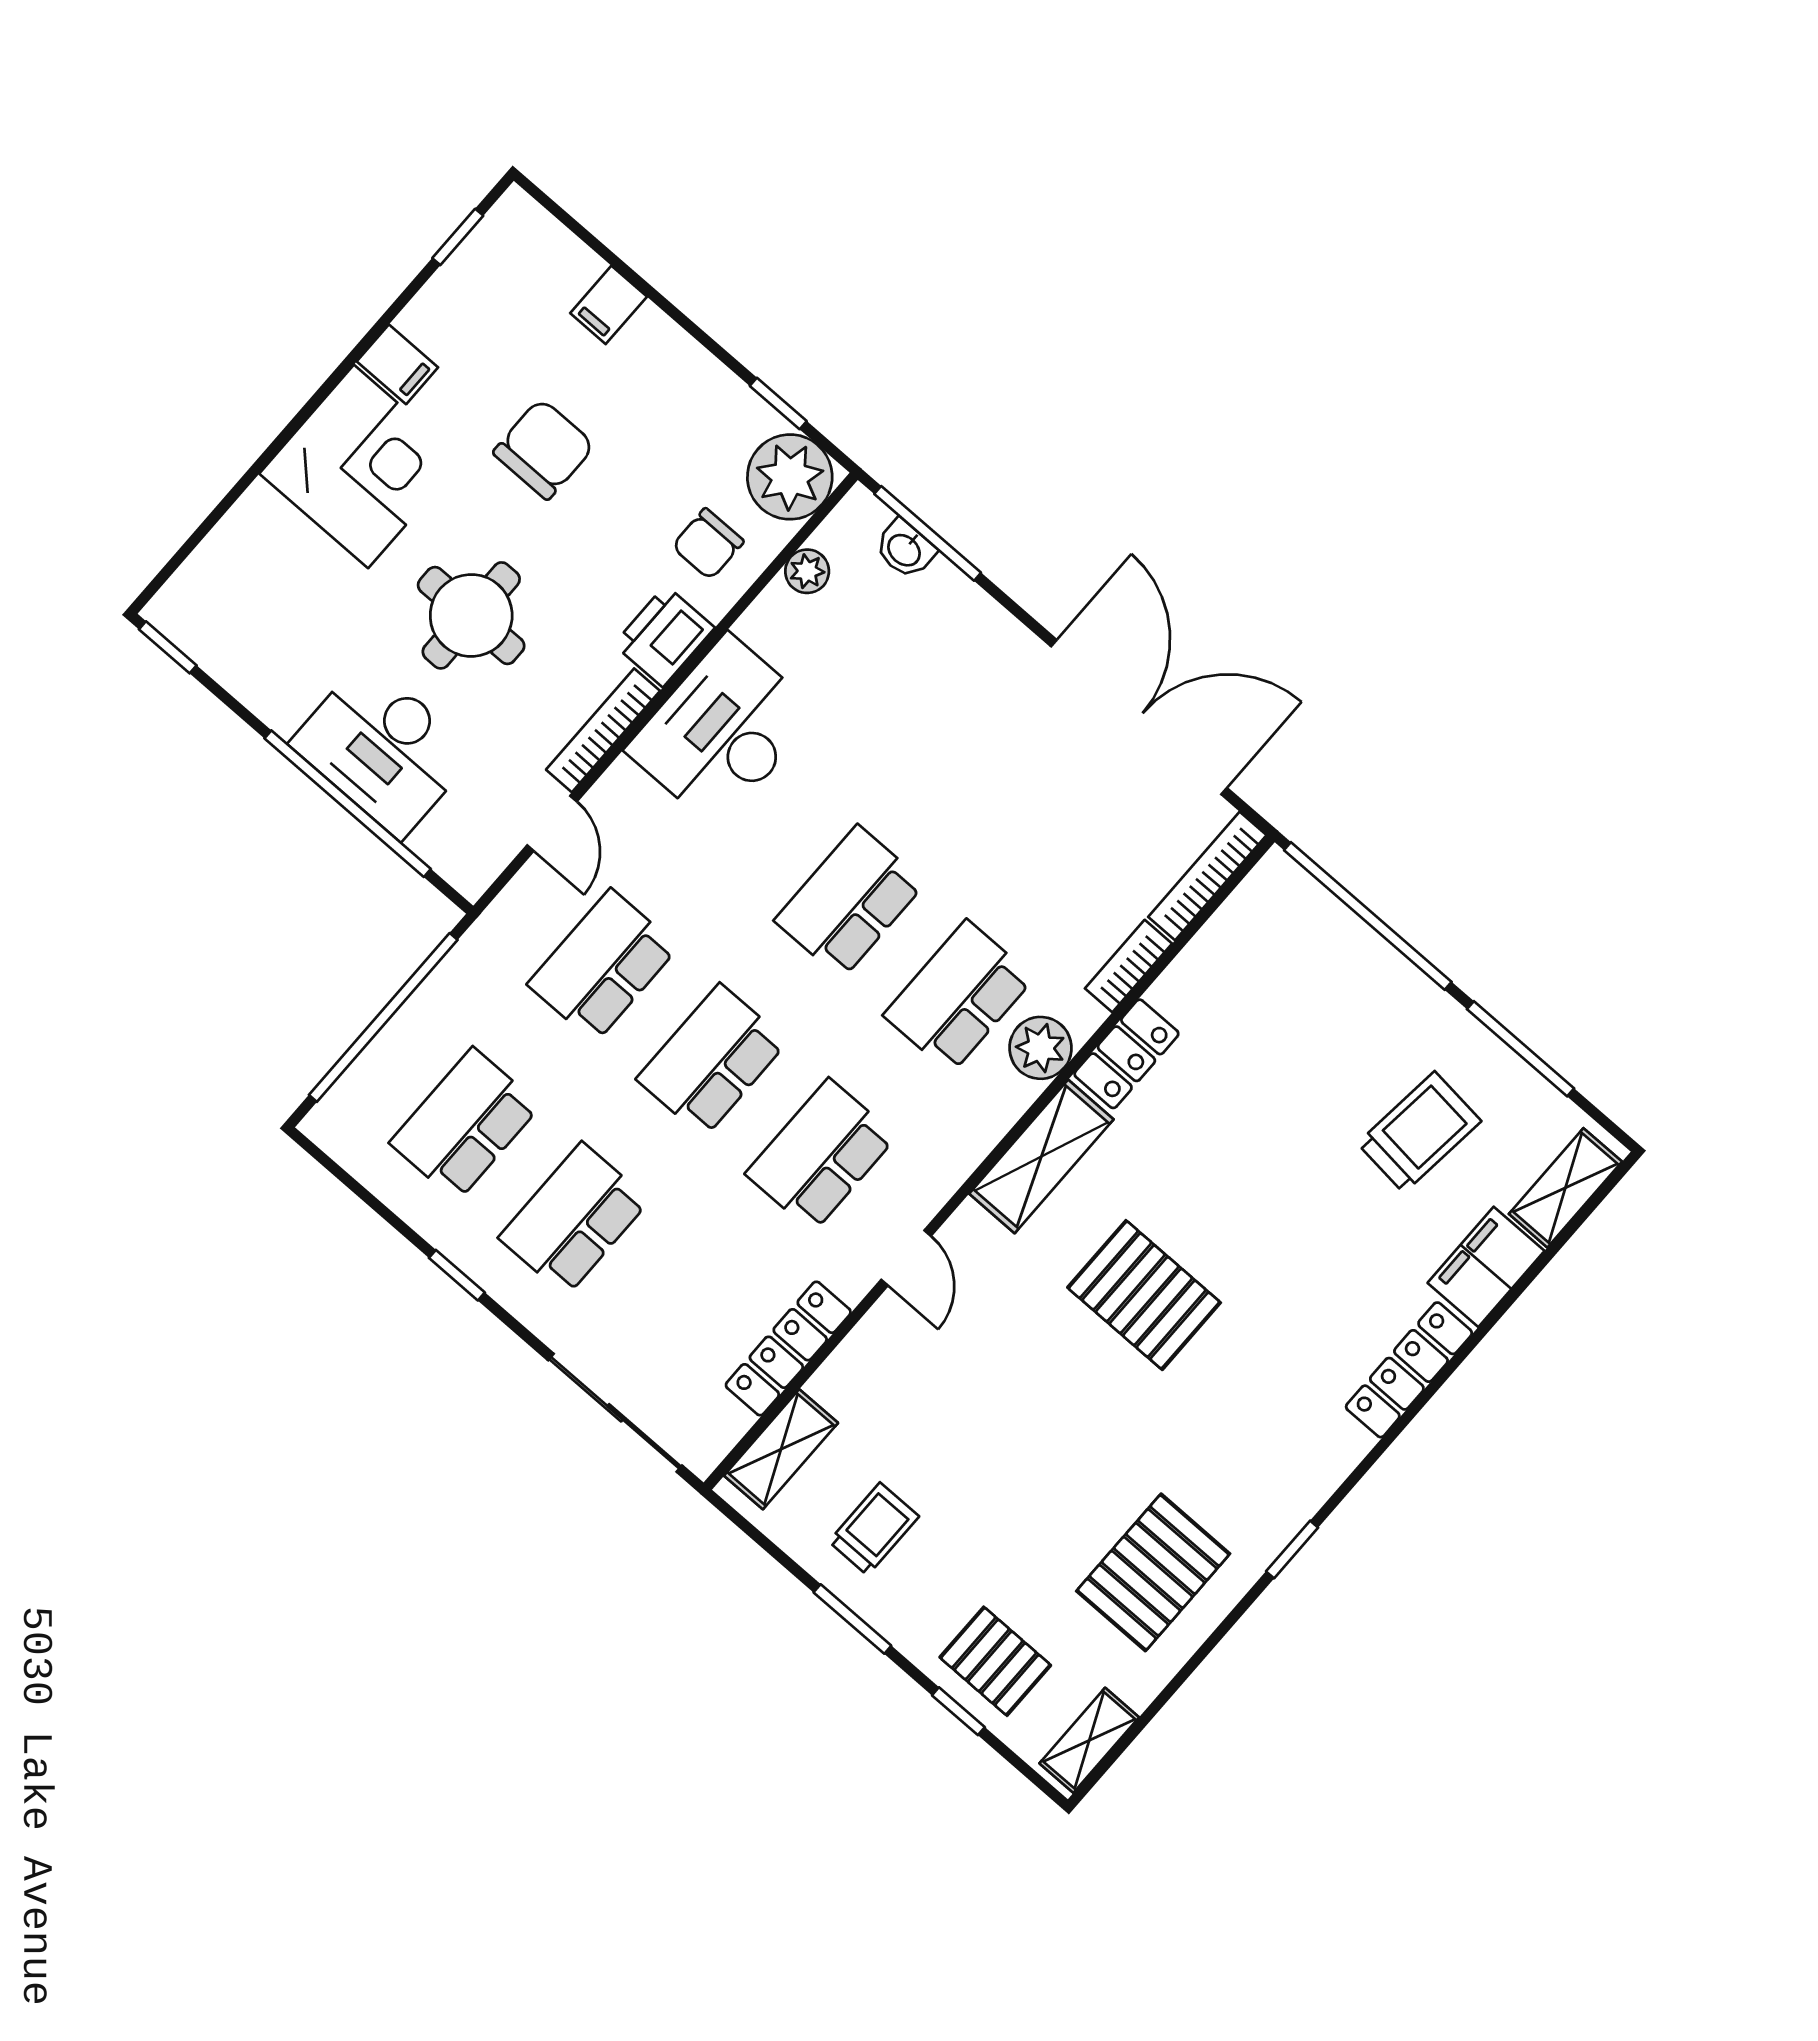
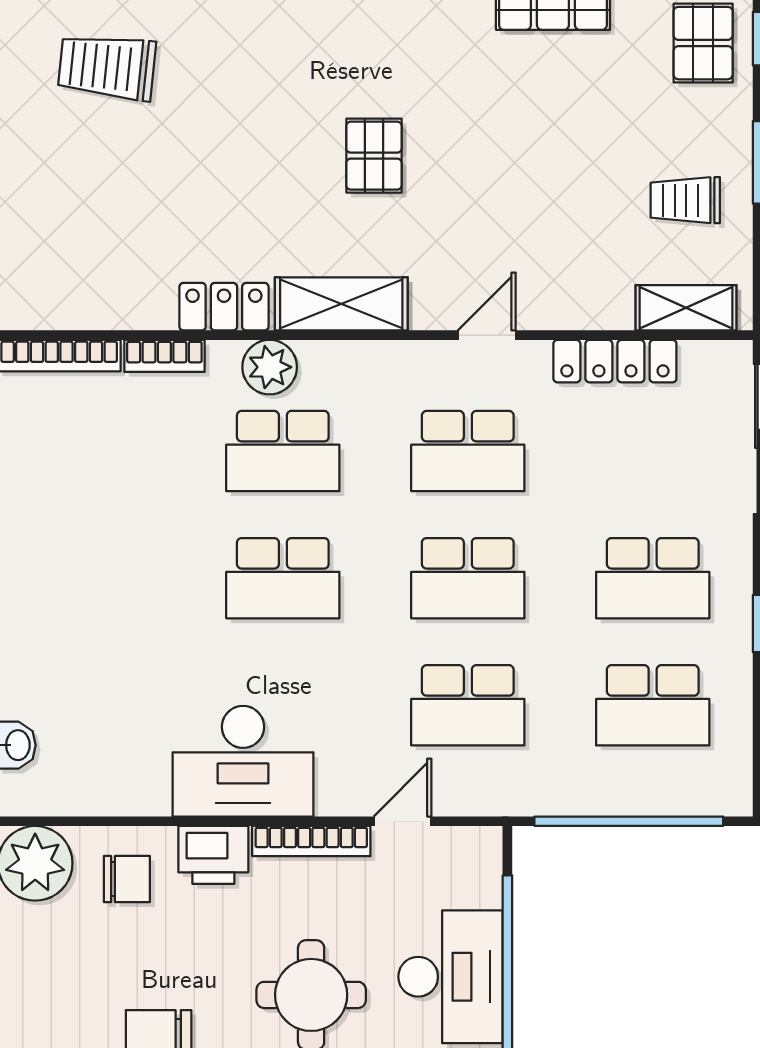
plant: (807, 571) -> (88, 797), removed
pallet: (1144, 1295) -> (374, 156), width x0.67, depth x0.71

